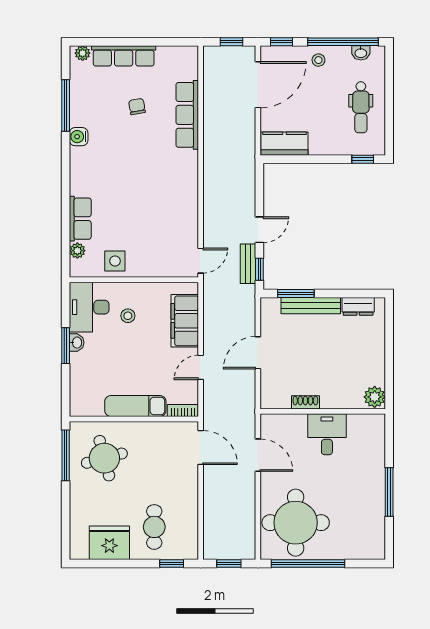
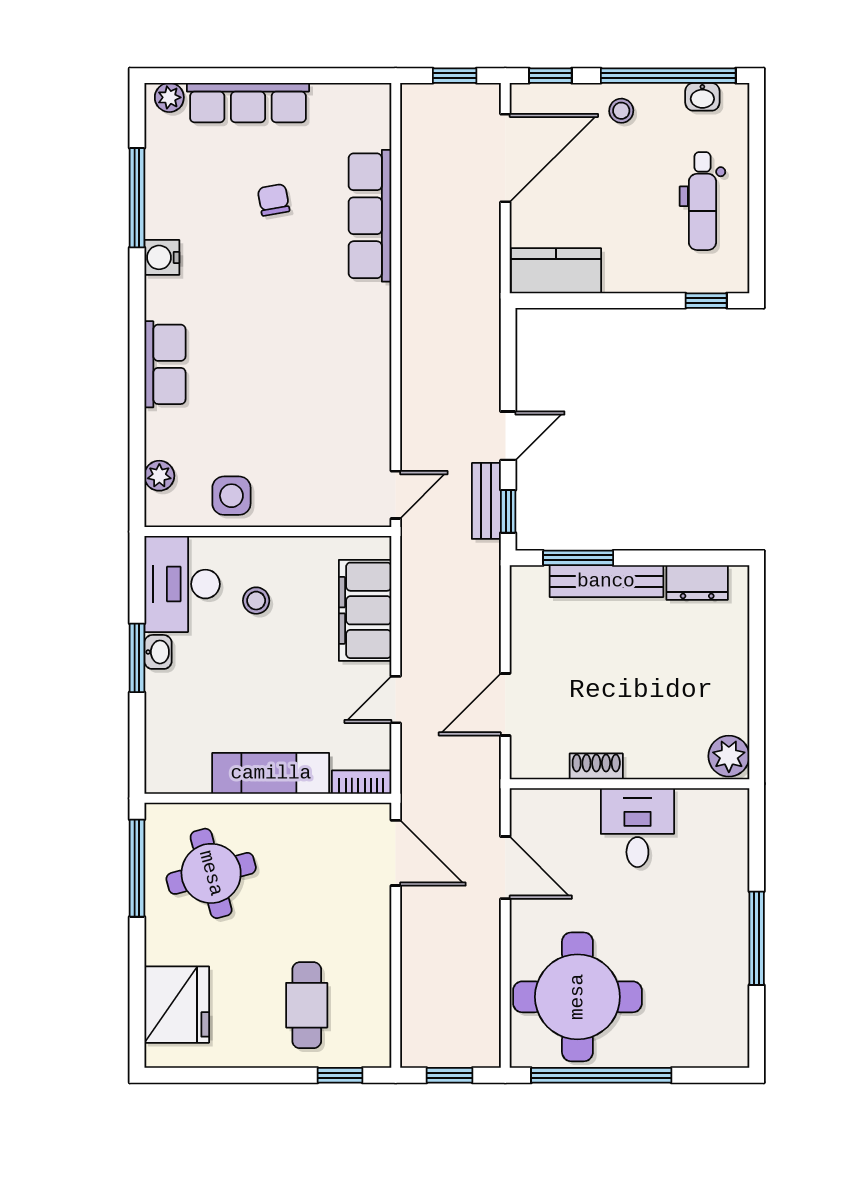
row of seats: (80, 219) -> (165, 364), moved
door: (258, 353) -> (505, 704), moved
fridge: (109, 543) -> (177, 1005), moved, turned 90

